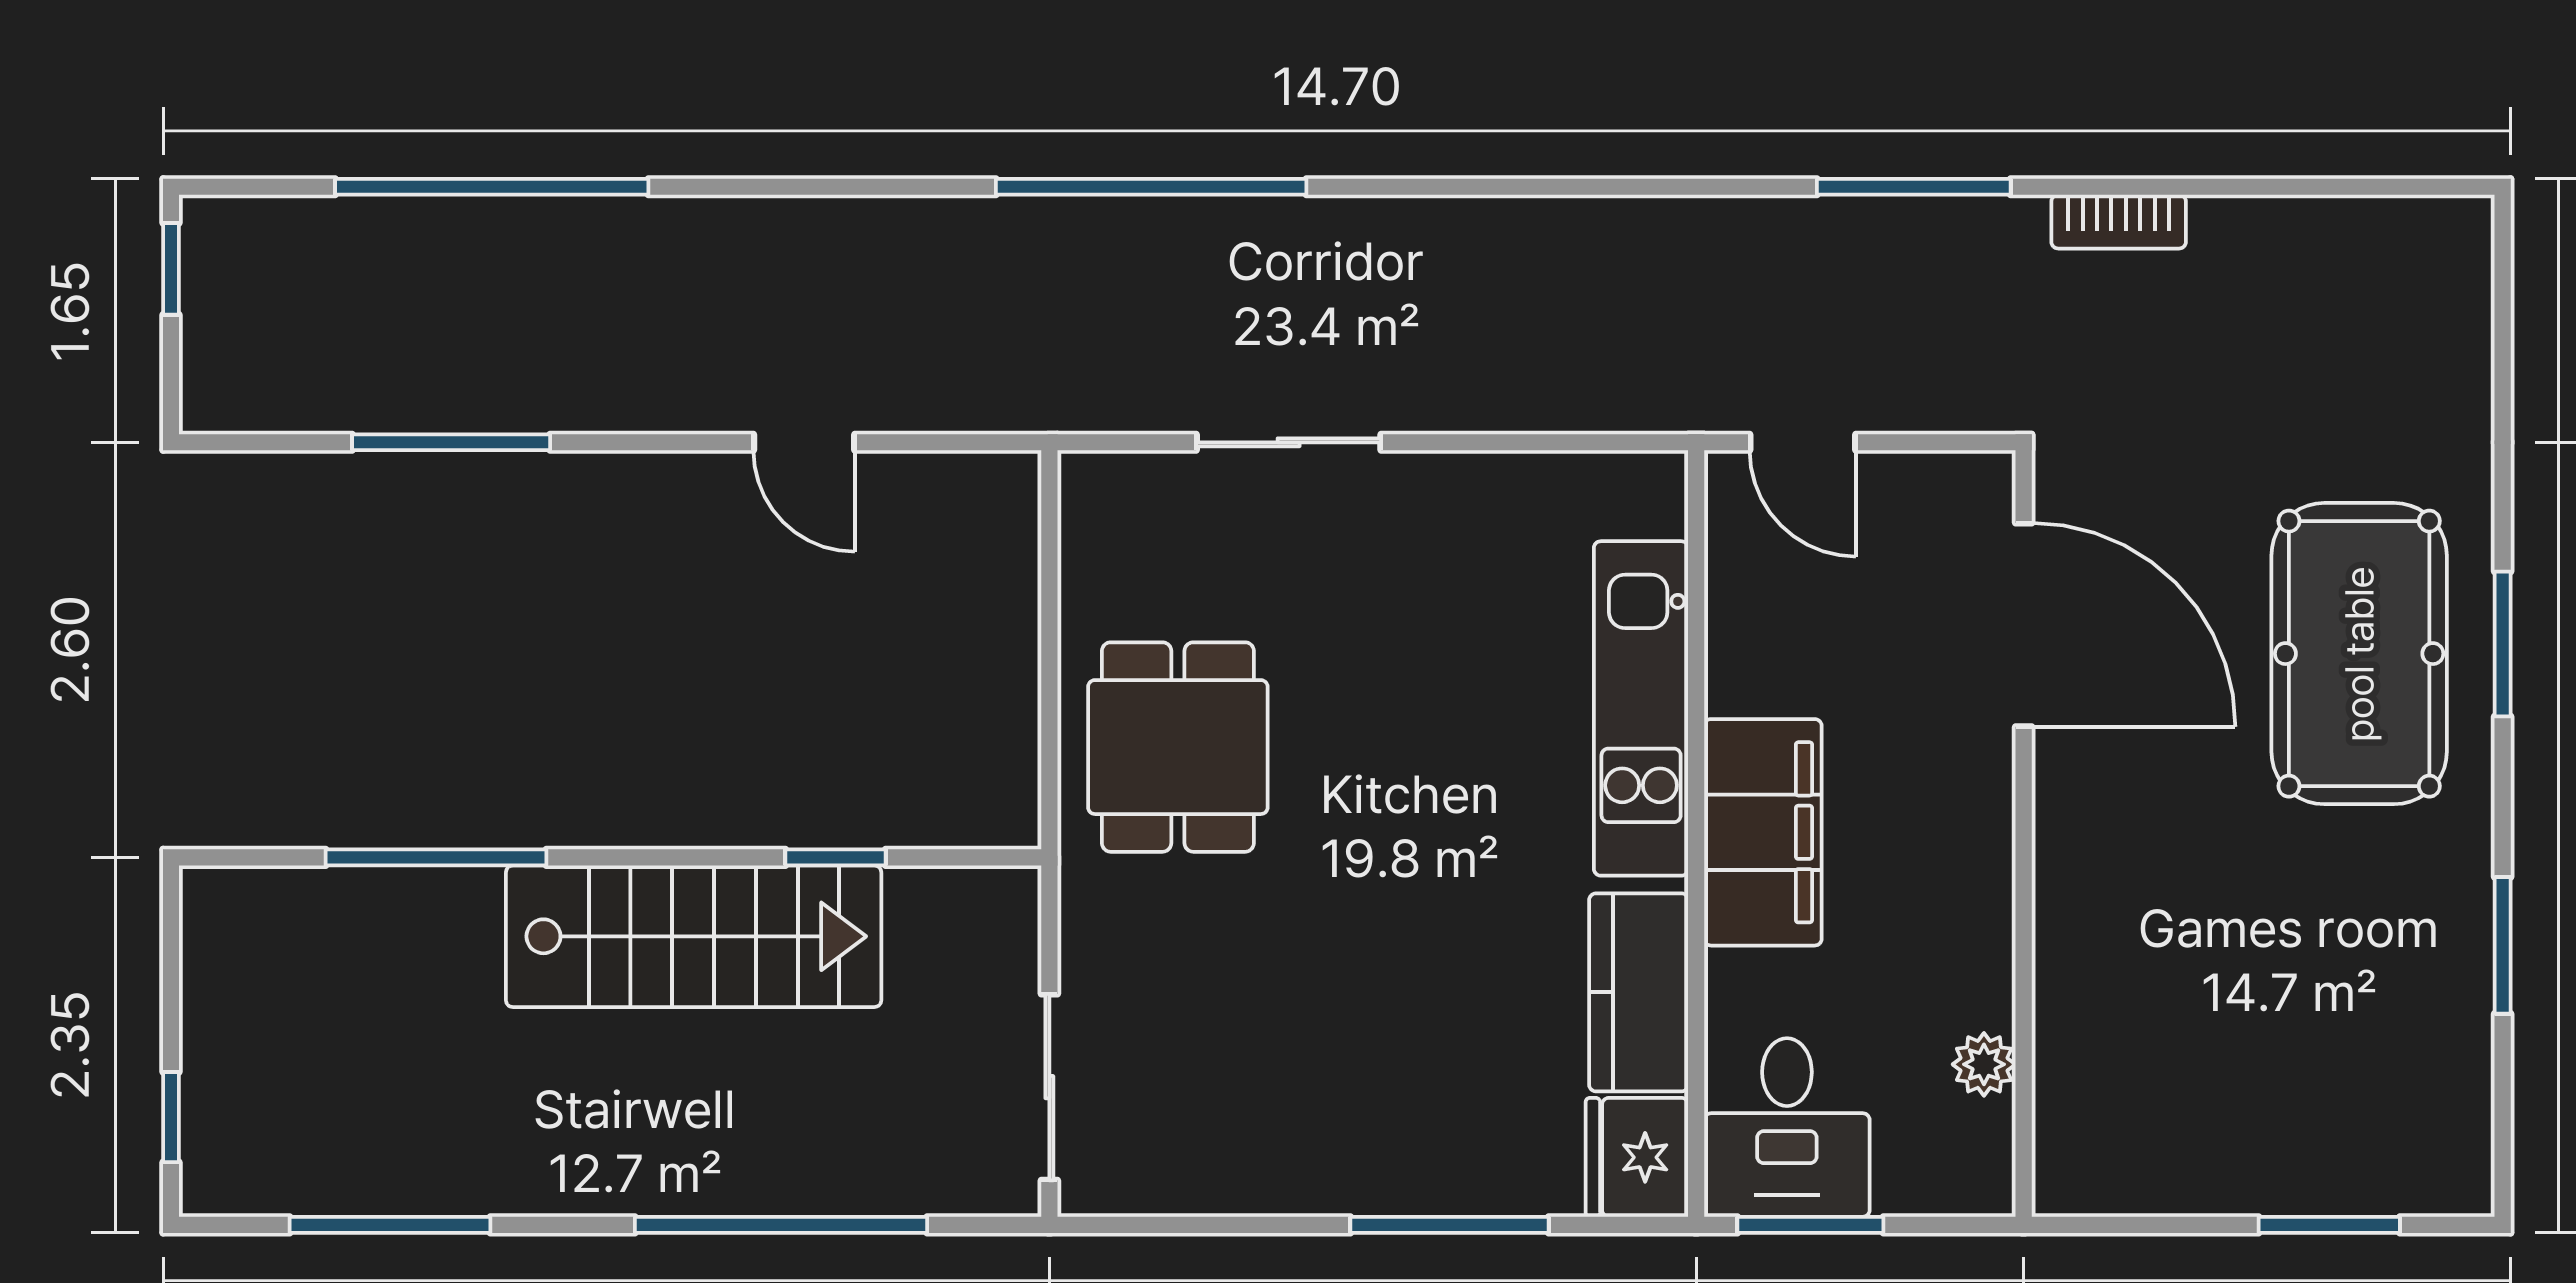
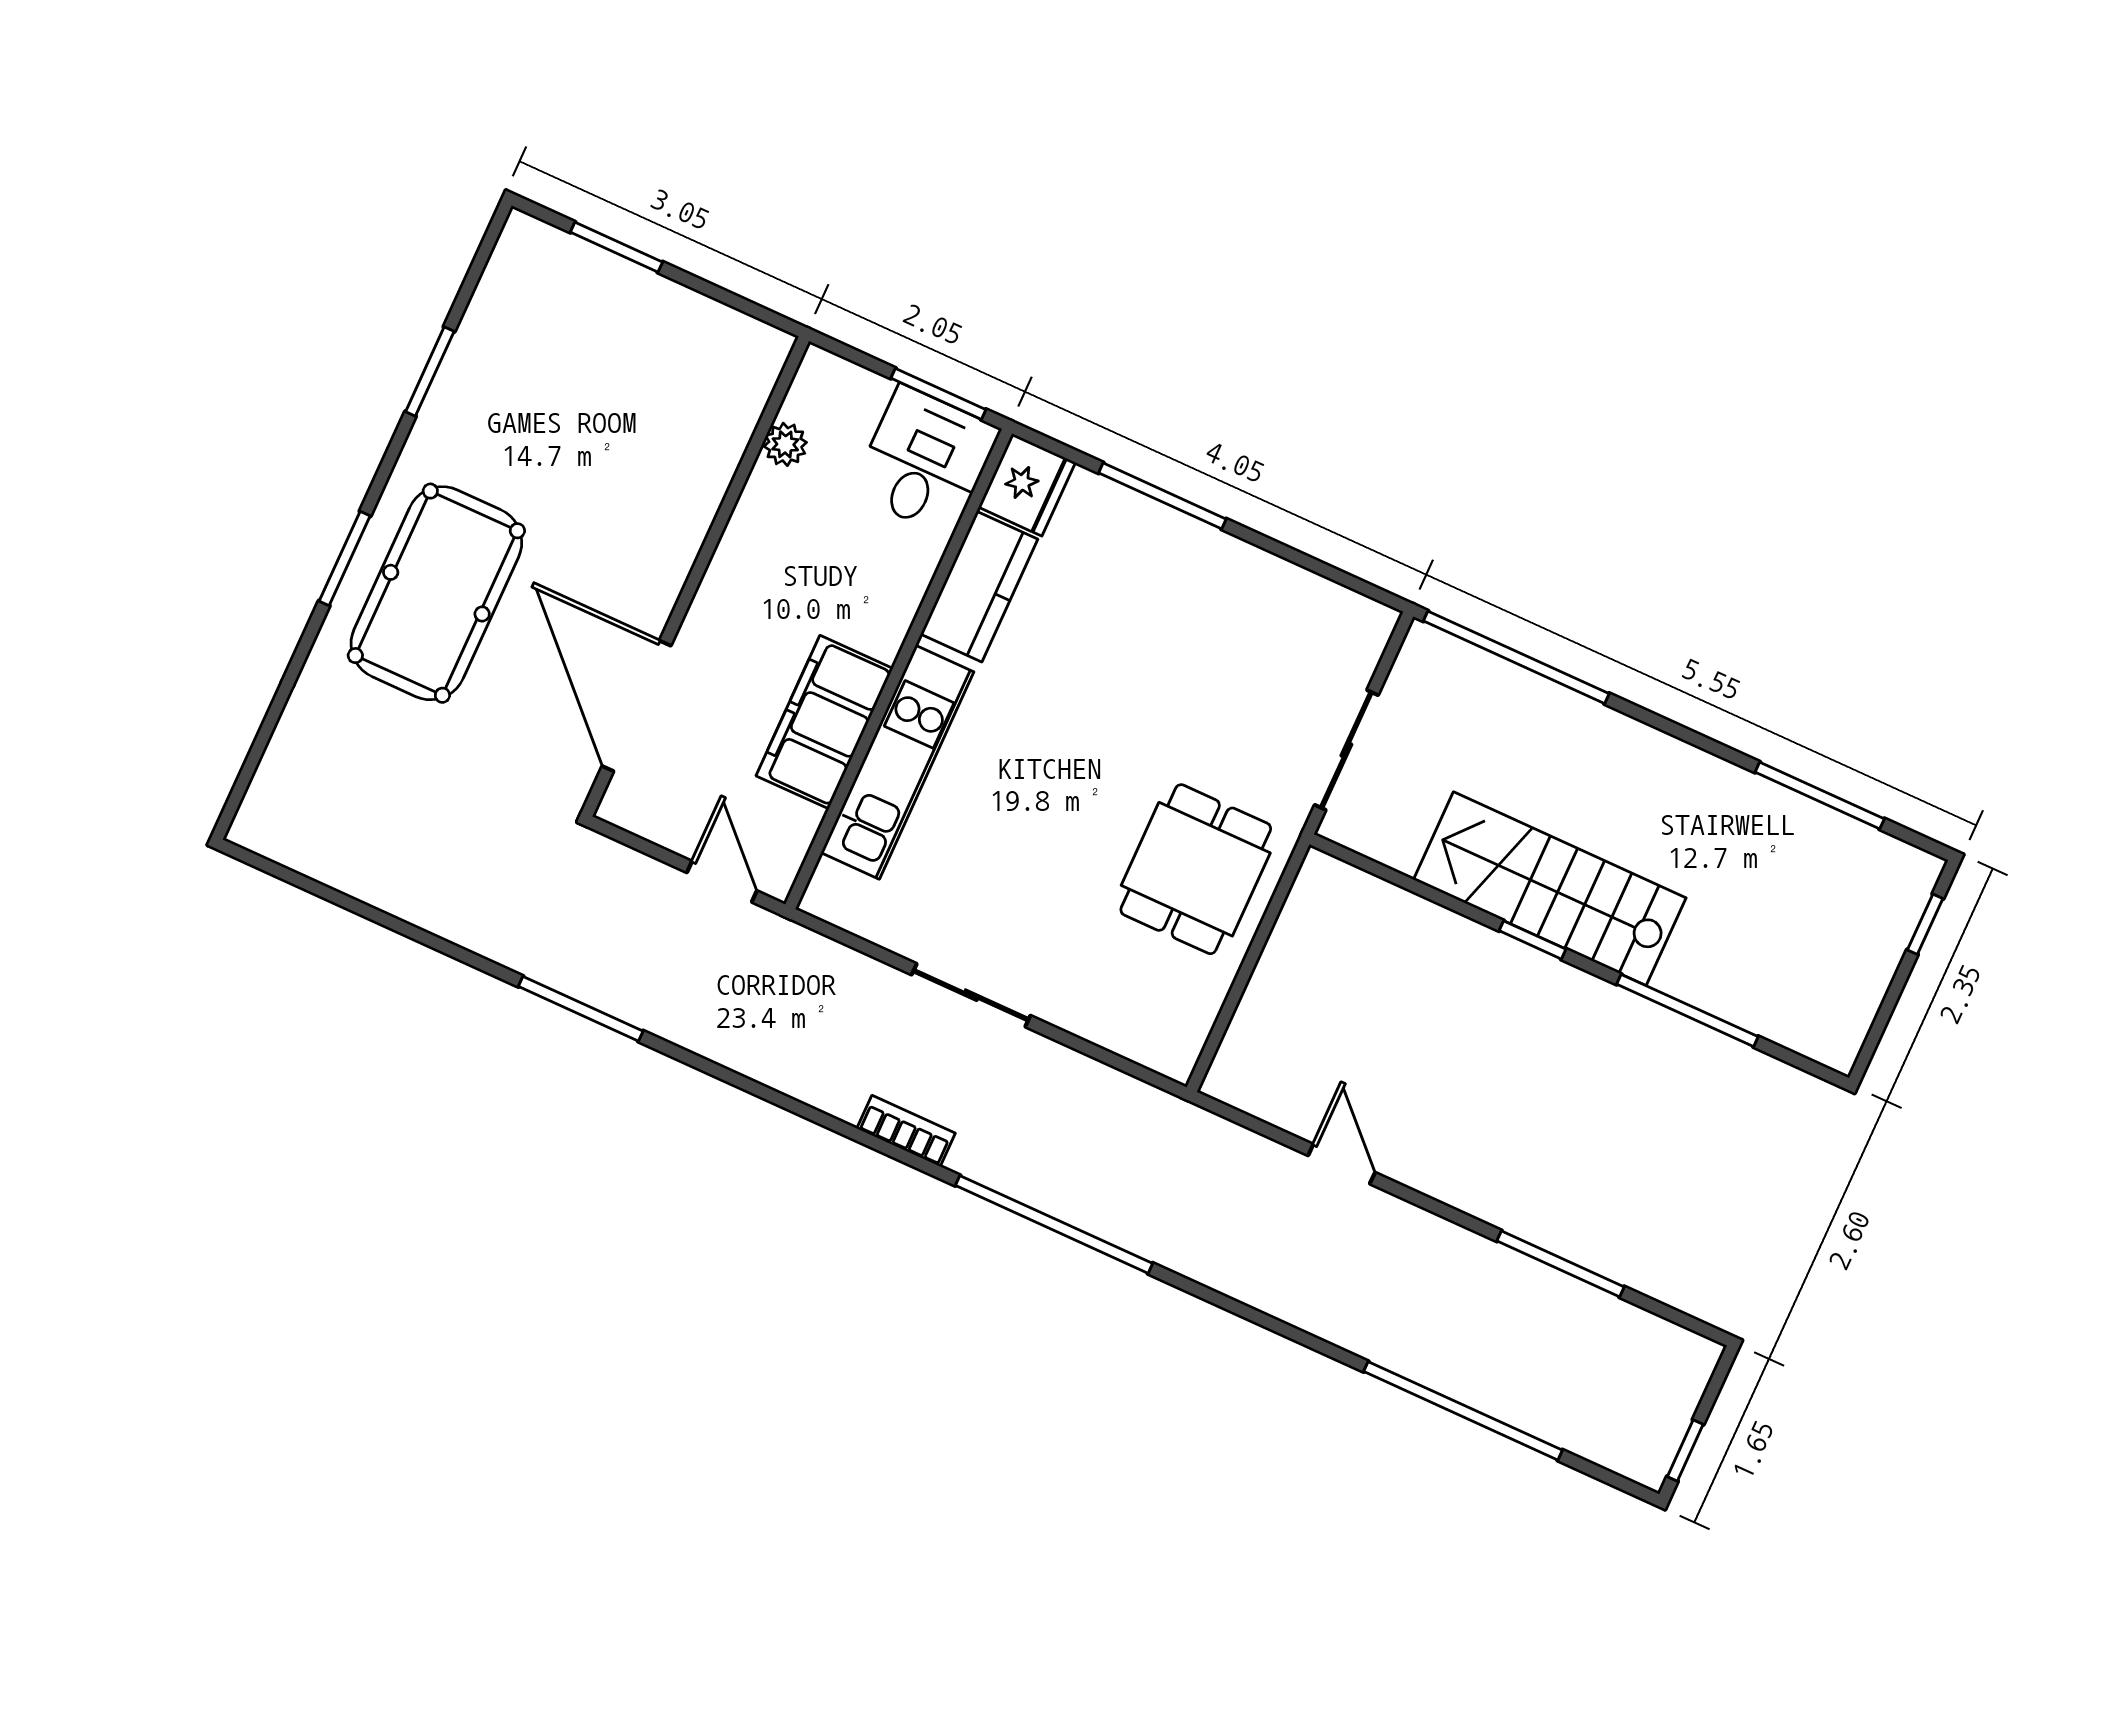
bookcase: (2119, 222) -> (906, 1131), moved
sliding door: (1289, 442) -> (971, 995), moved
filing cabinet: (1763, 832) -> (824, 722), moved
window: (836, 857) -> (1533, 940), moved
sliding door: (1049, 1087) -> (1346, 750), moved
window: (781, 1225) -> (1516, 657), moved

